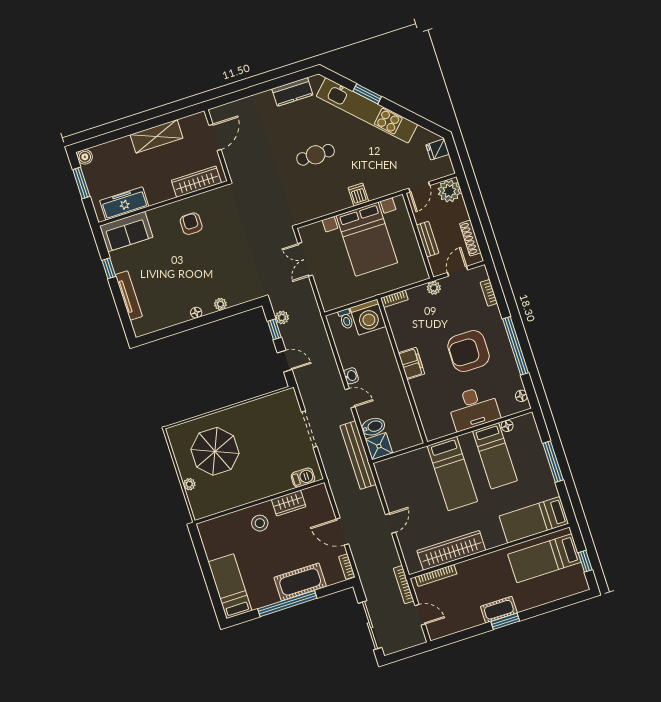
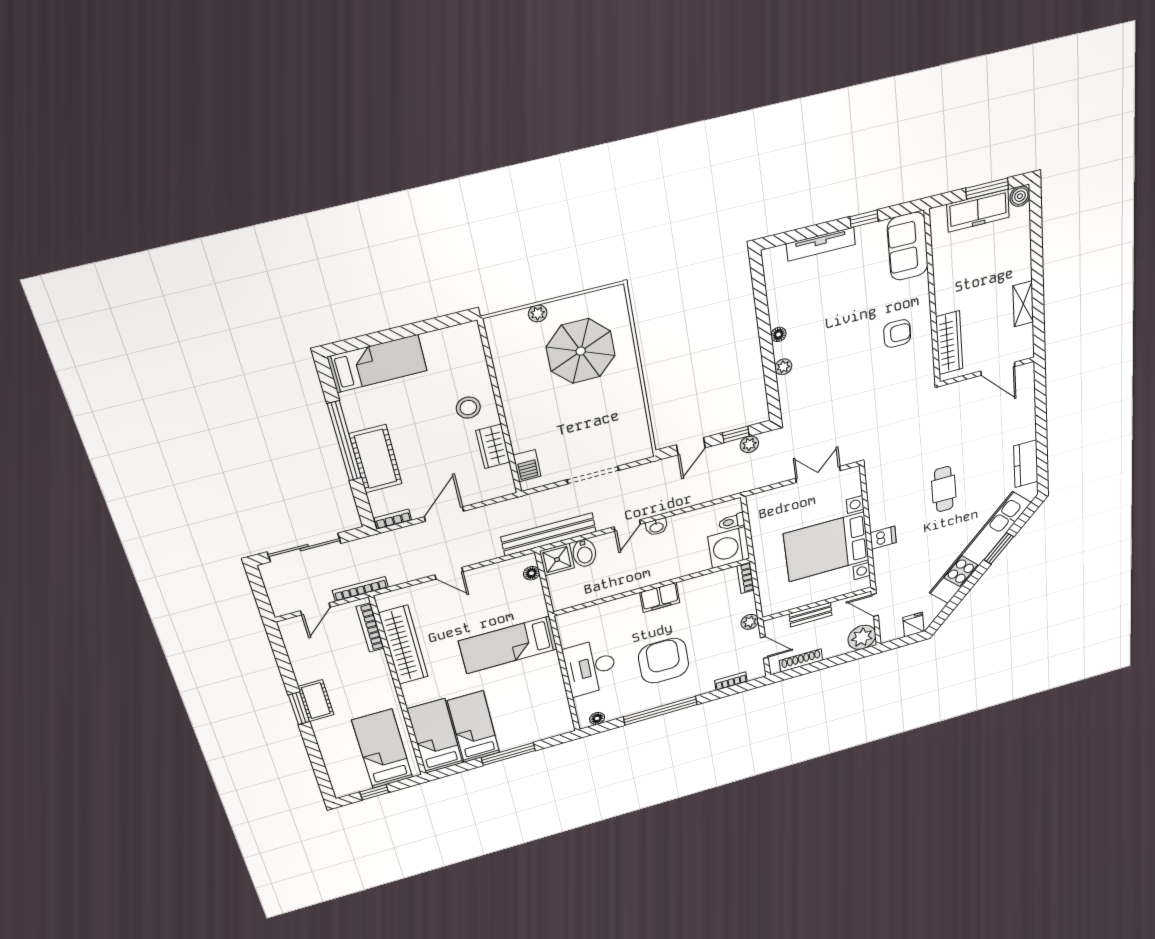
shelving: (156, 136) -> (1023, 304), width x0.67, depth x0.75
freezer: (124, 203) -> (978, 211), moved, turned 90
floor lamp: (507, 426) -> (532, 573), moved
bed: (495, 456) -> (474, 727), moved, turned 90

